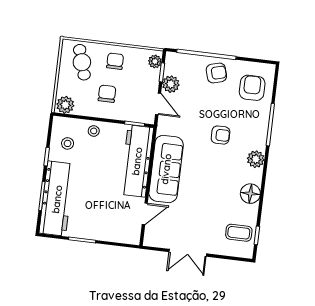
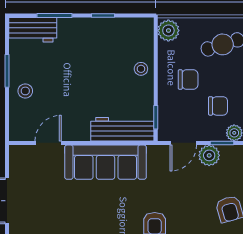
chair: (115, 61) -> (218, 106), moved
stool: (68, 143) -> (25, 91), moved
workbench: (137, 161) -> (122, 129), width x0.73, depth x0.76
workbench: (57, 199) -> (33, 30), width x0.53, depth x0.76
door: (145, 214) -> (48, 143), swing flipped

